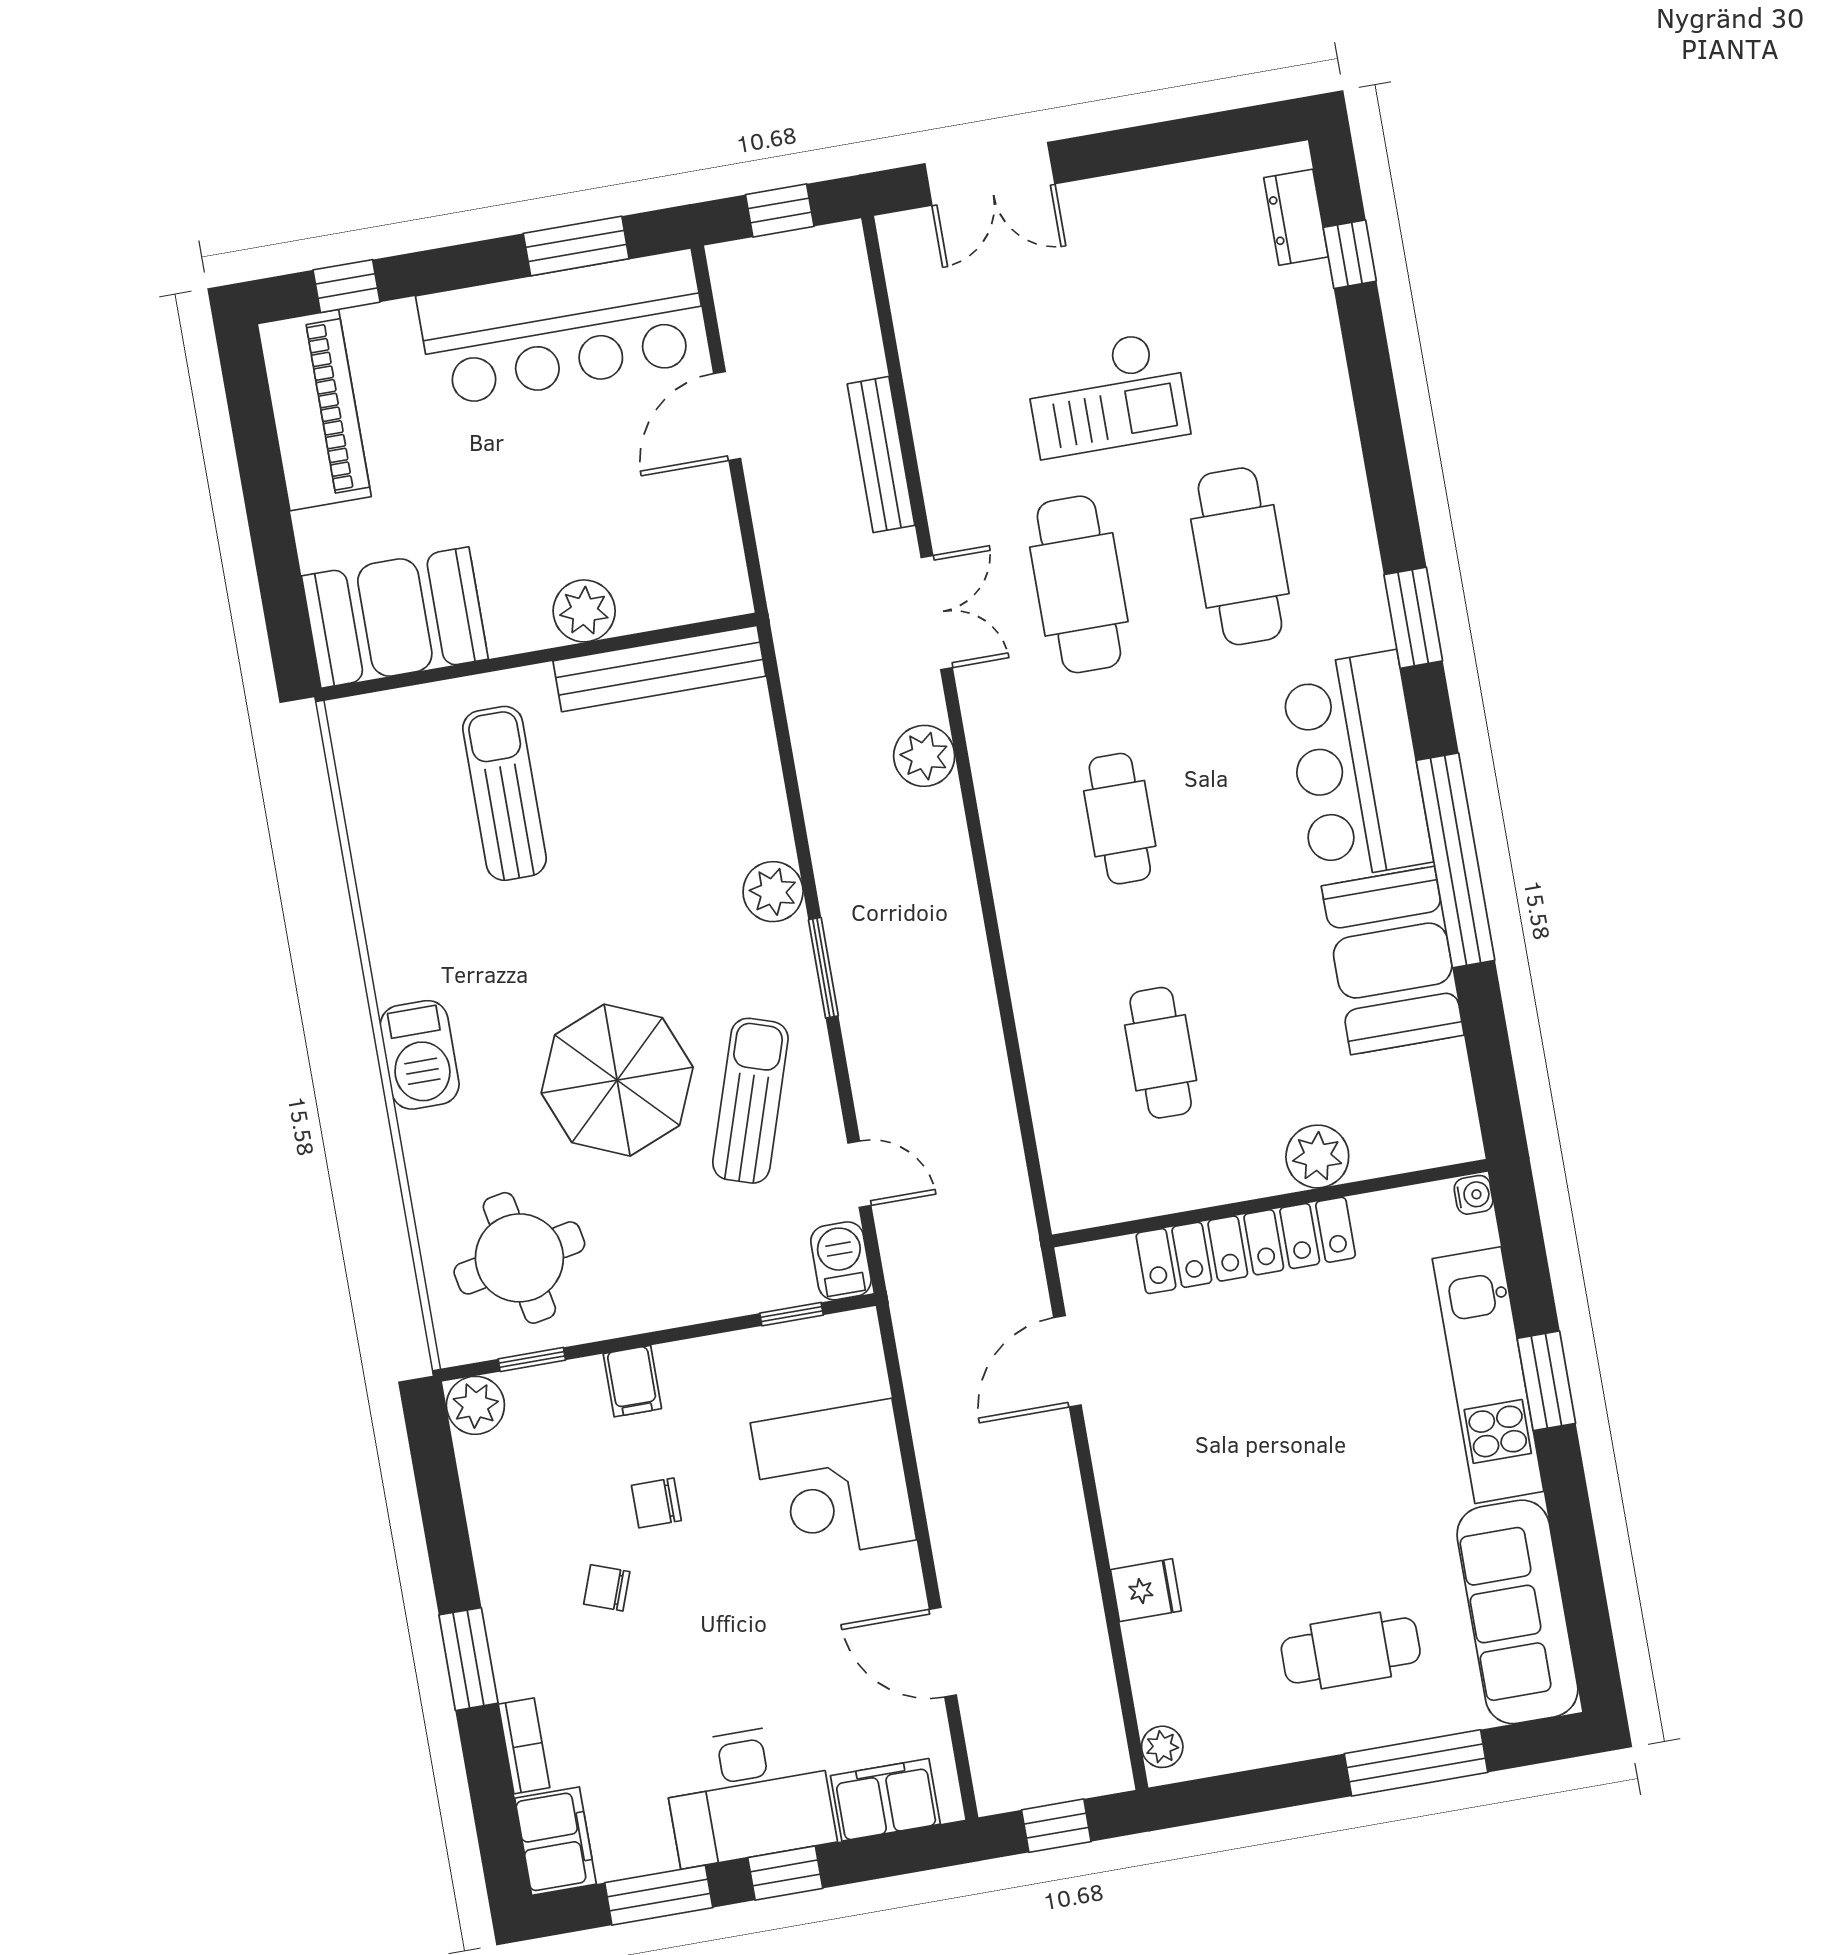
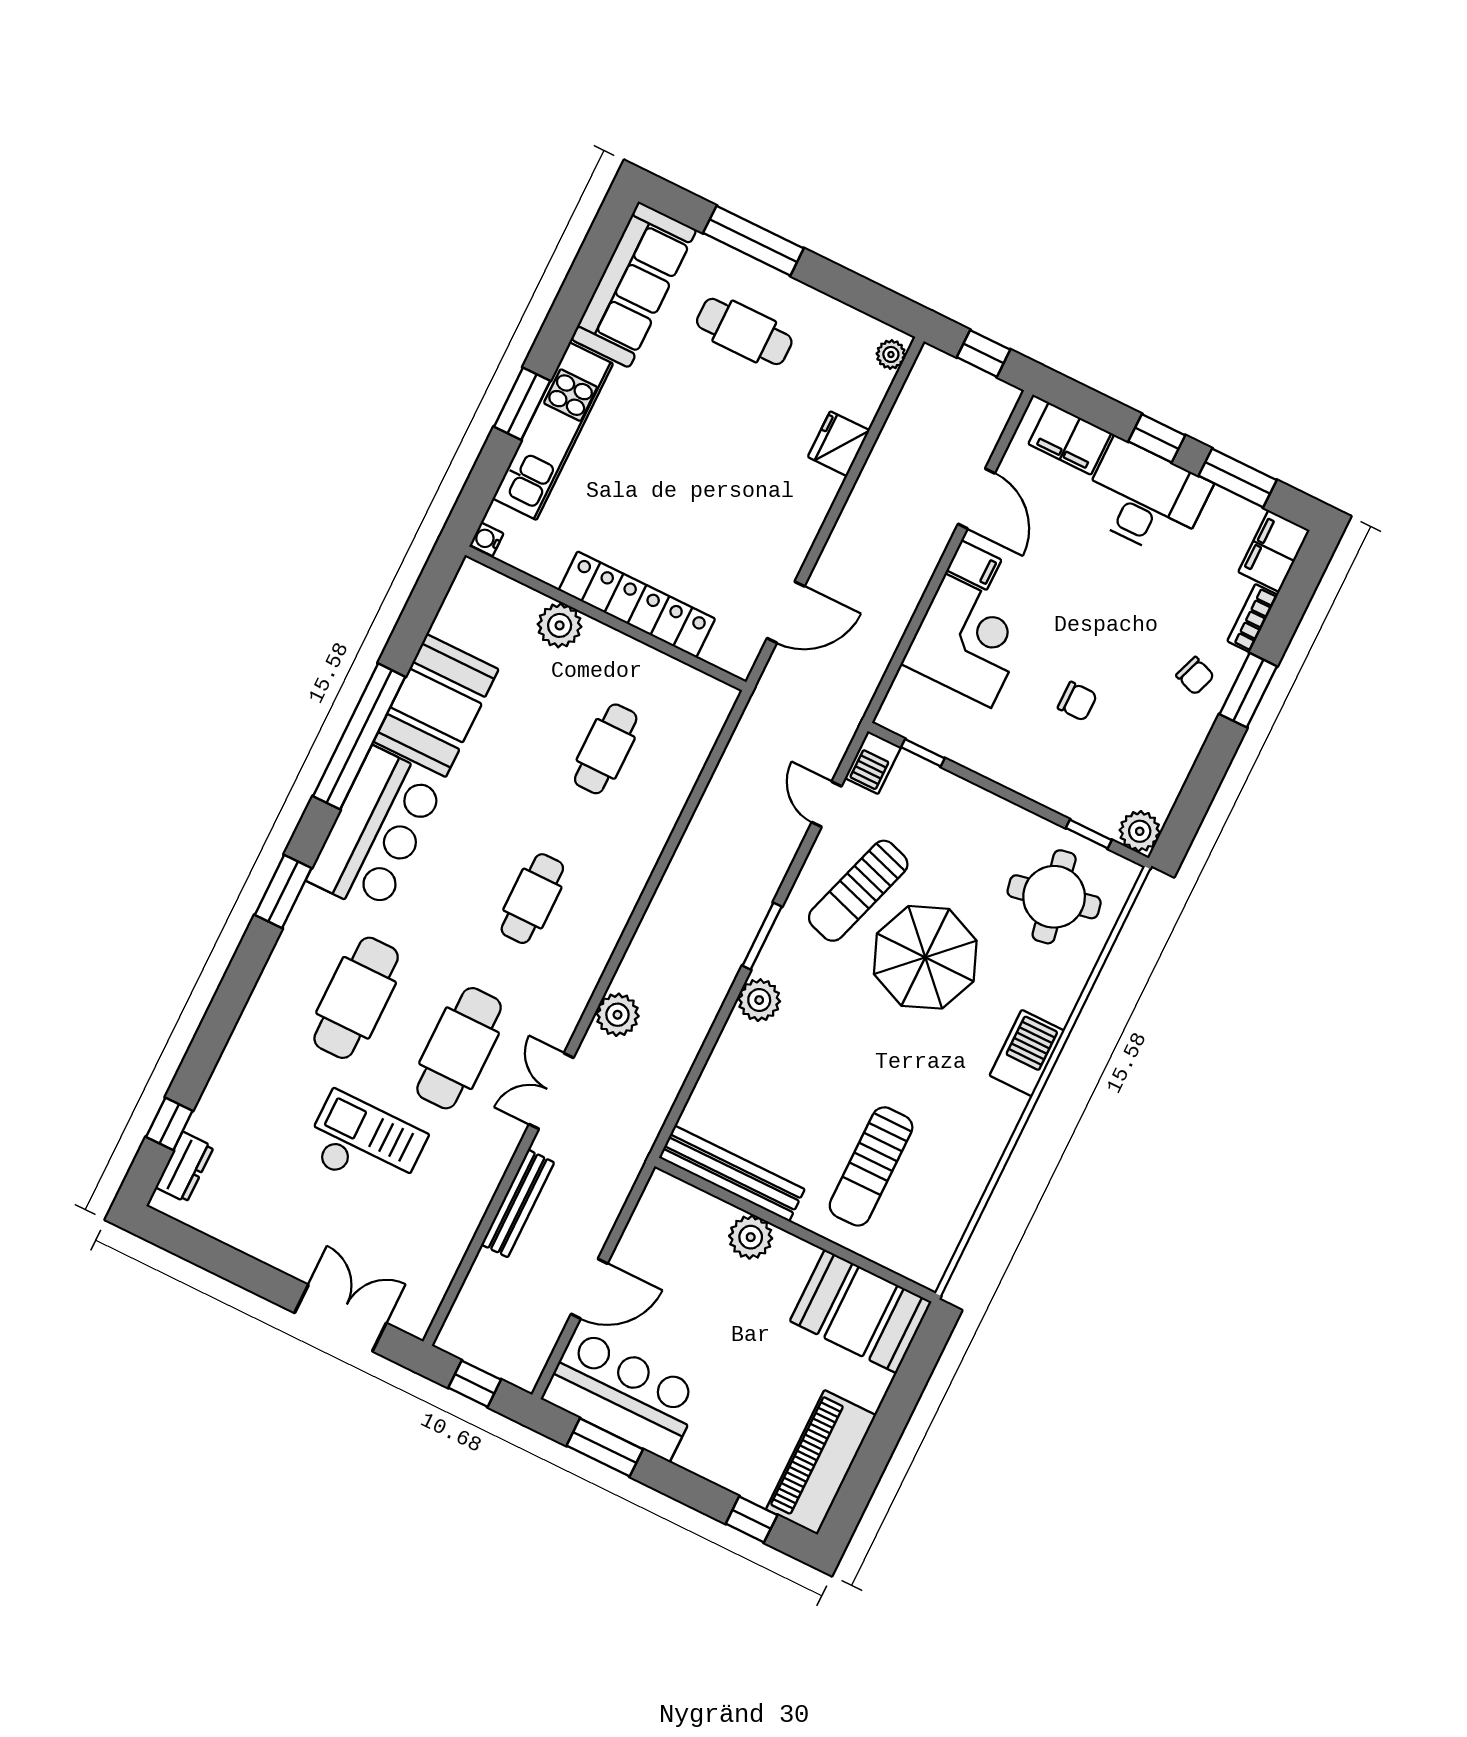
bar counter: (563, 328) -> (623, 1395), width x0.73
filing cabinet: (632, 1381) -> (974, 565), moved, turned 90
chair: (607, 1588) -> (1195, 676), moved
fridge: (1146, 1590) -> (839, 444), width x1.38

